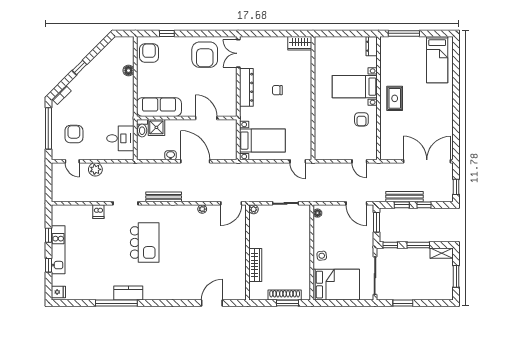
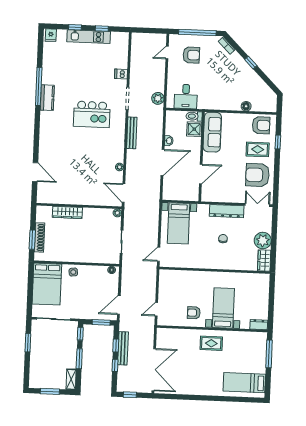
plant: (278, 46) -> (263, 241), added
rug: (176, 56) -> (258, 149), added
plant: (95, 169) -> (158, 98), moved

